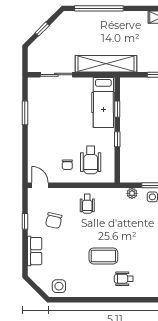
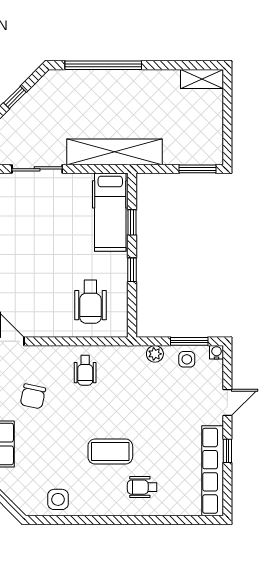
chair: (67, 165) -> (54, 309), removed
side table: (59, 286) -> (58, 499), moved

